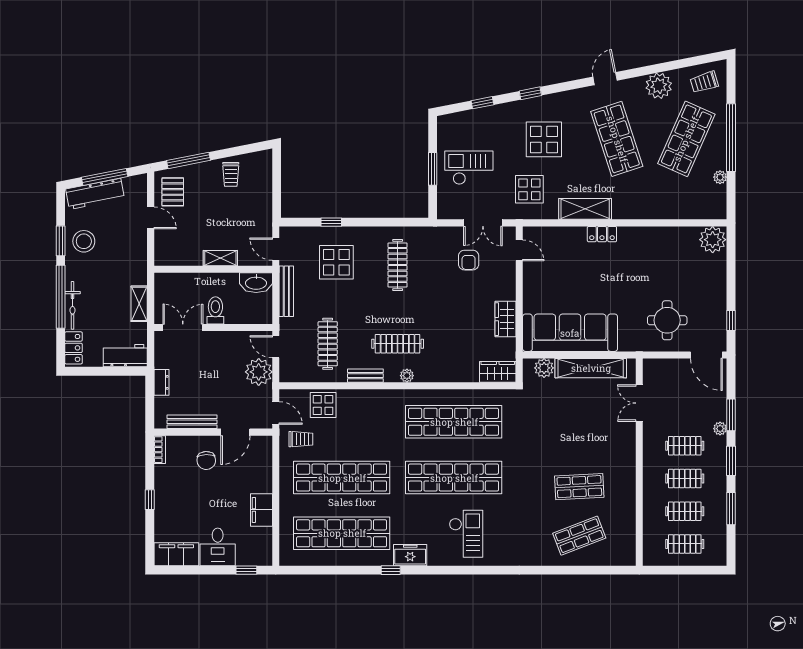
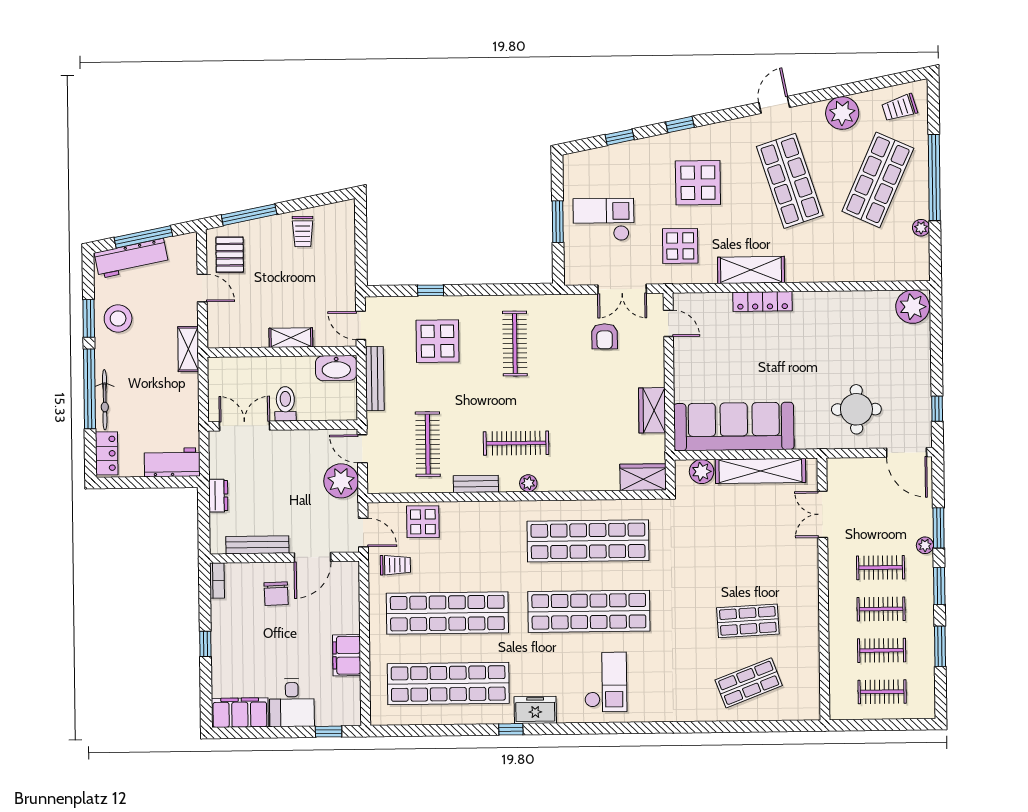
locker: (602, 234) -> (763, 302), width x1.53
shelving: (139, 304) -> (188, 349), moved

